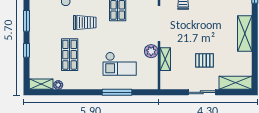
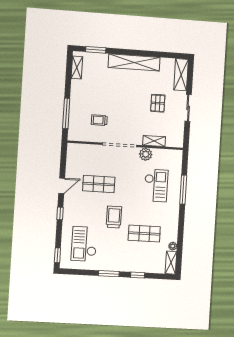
shelving: (245, 33) -> (134, 62), width x1.47

